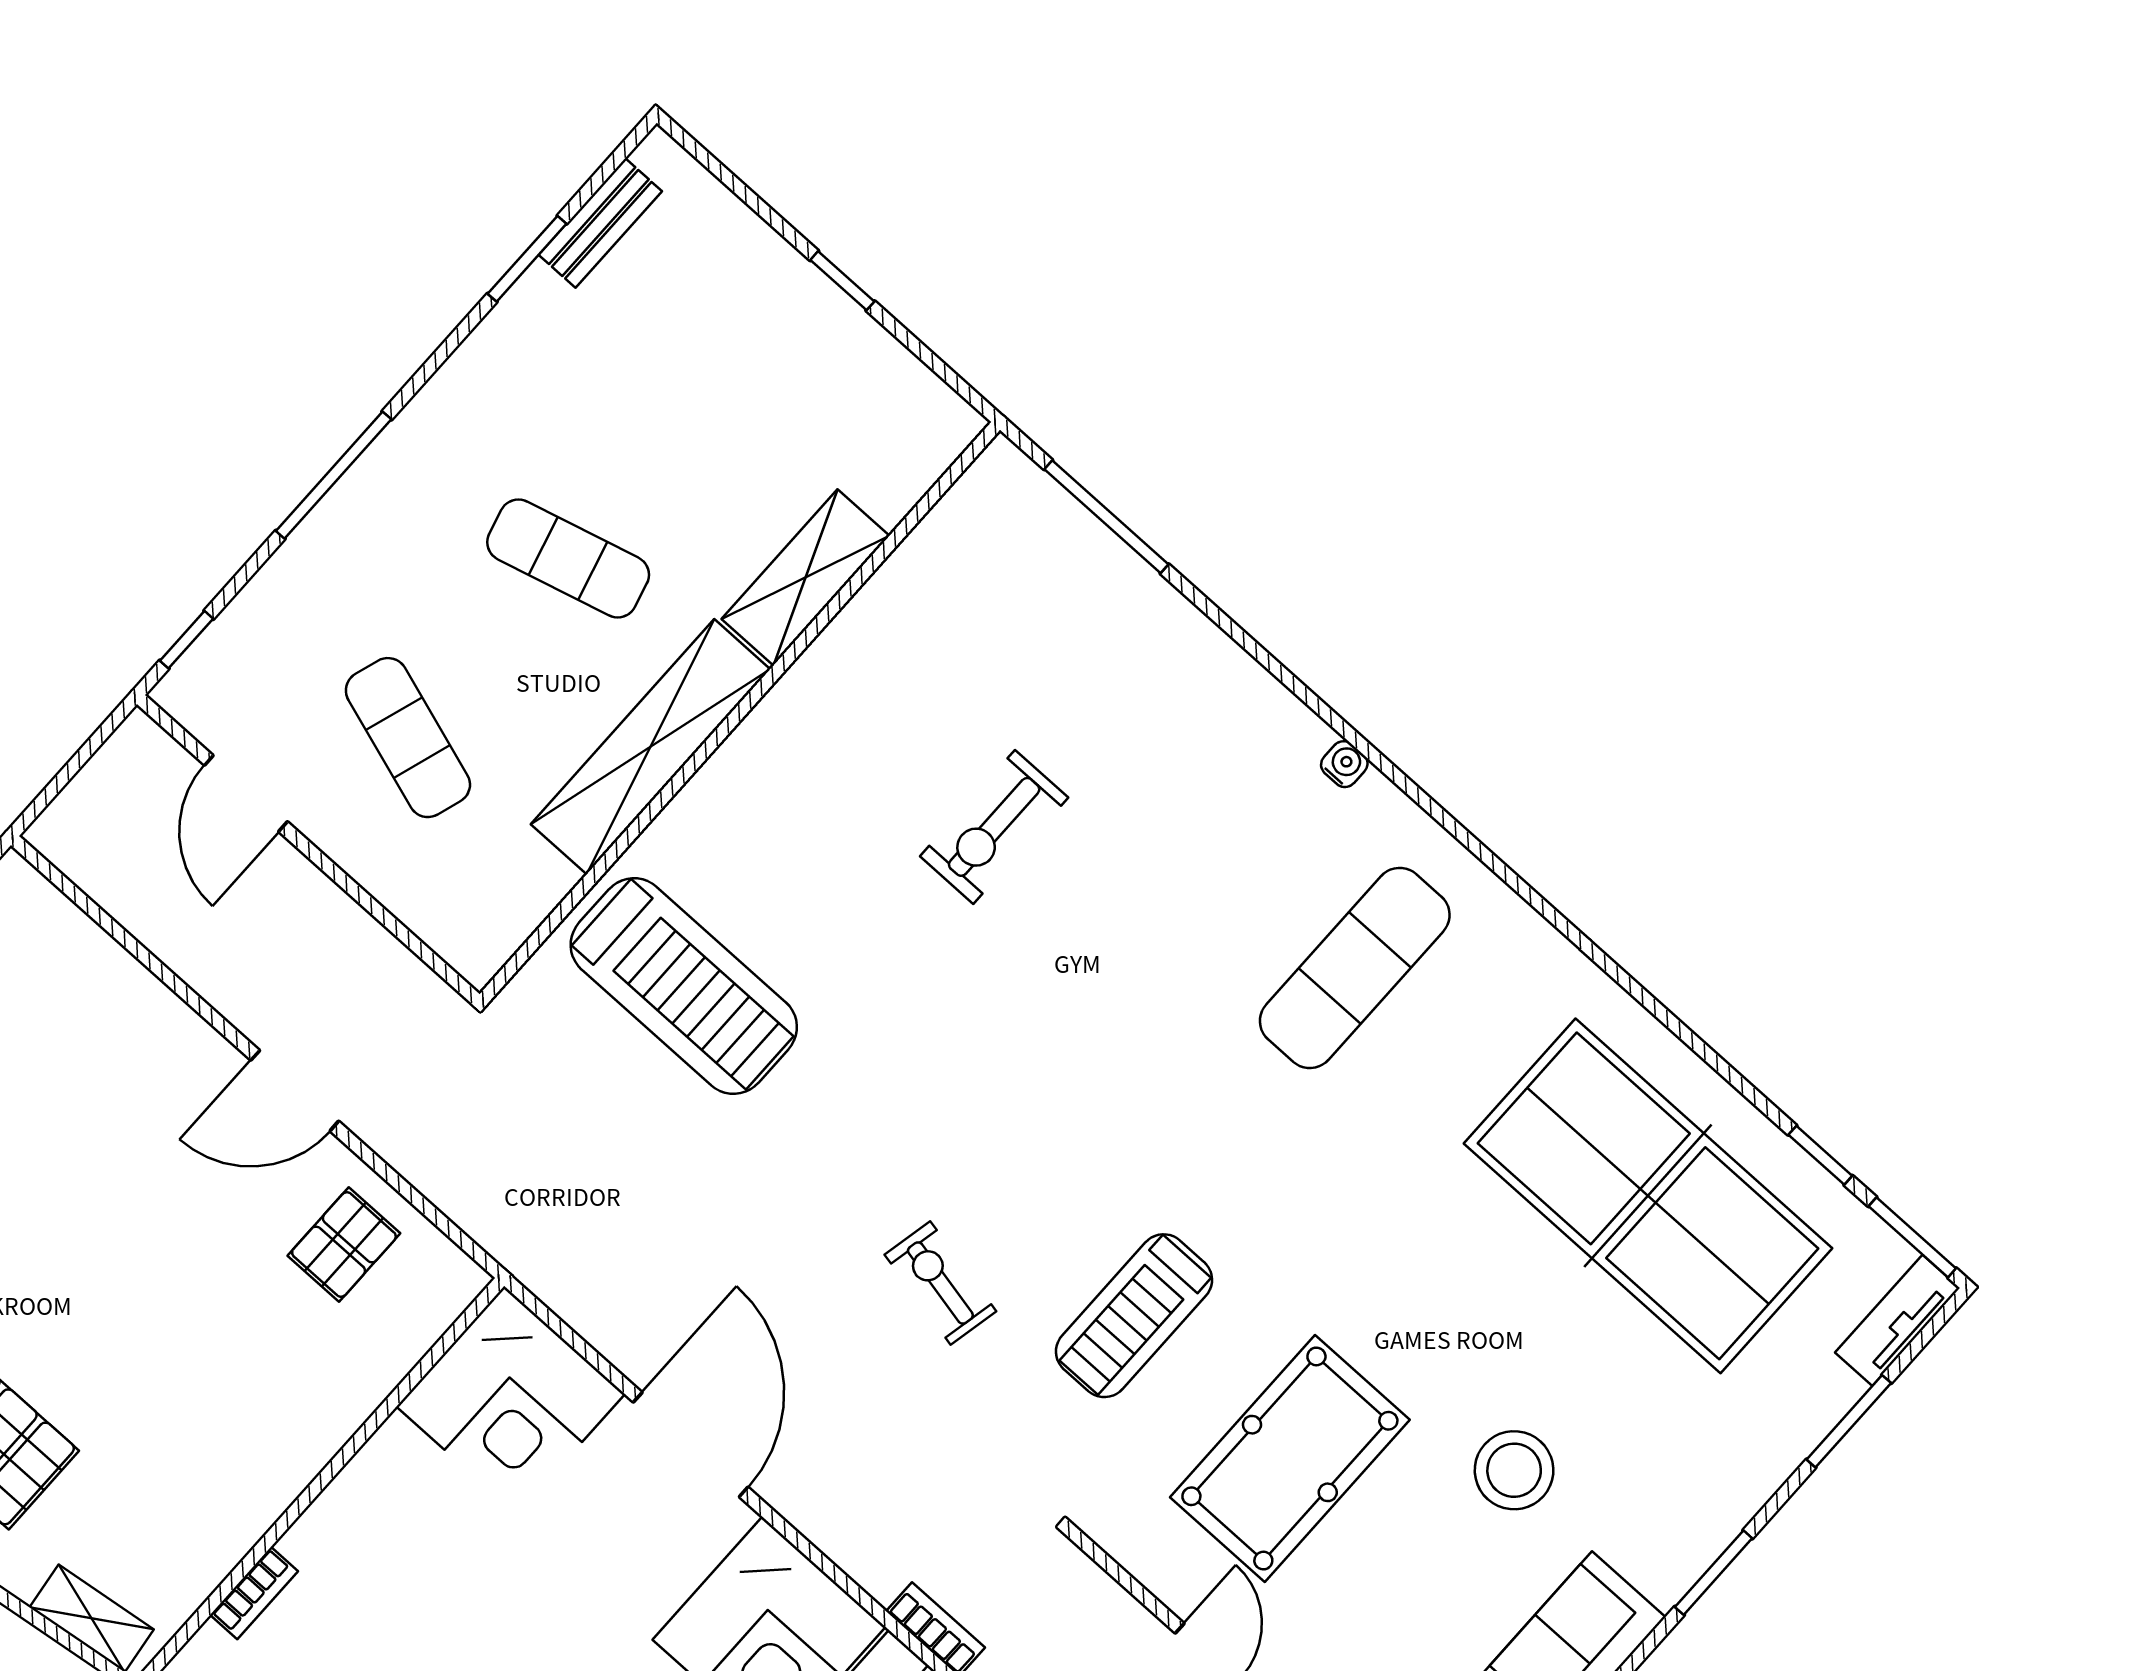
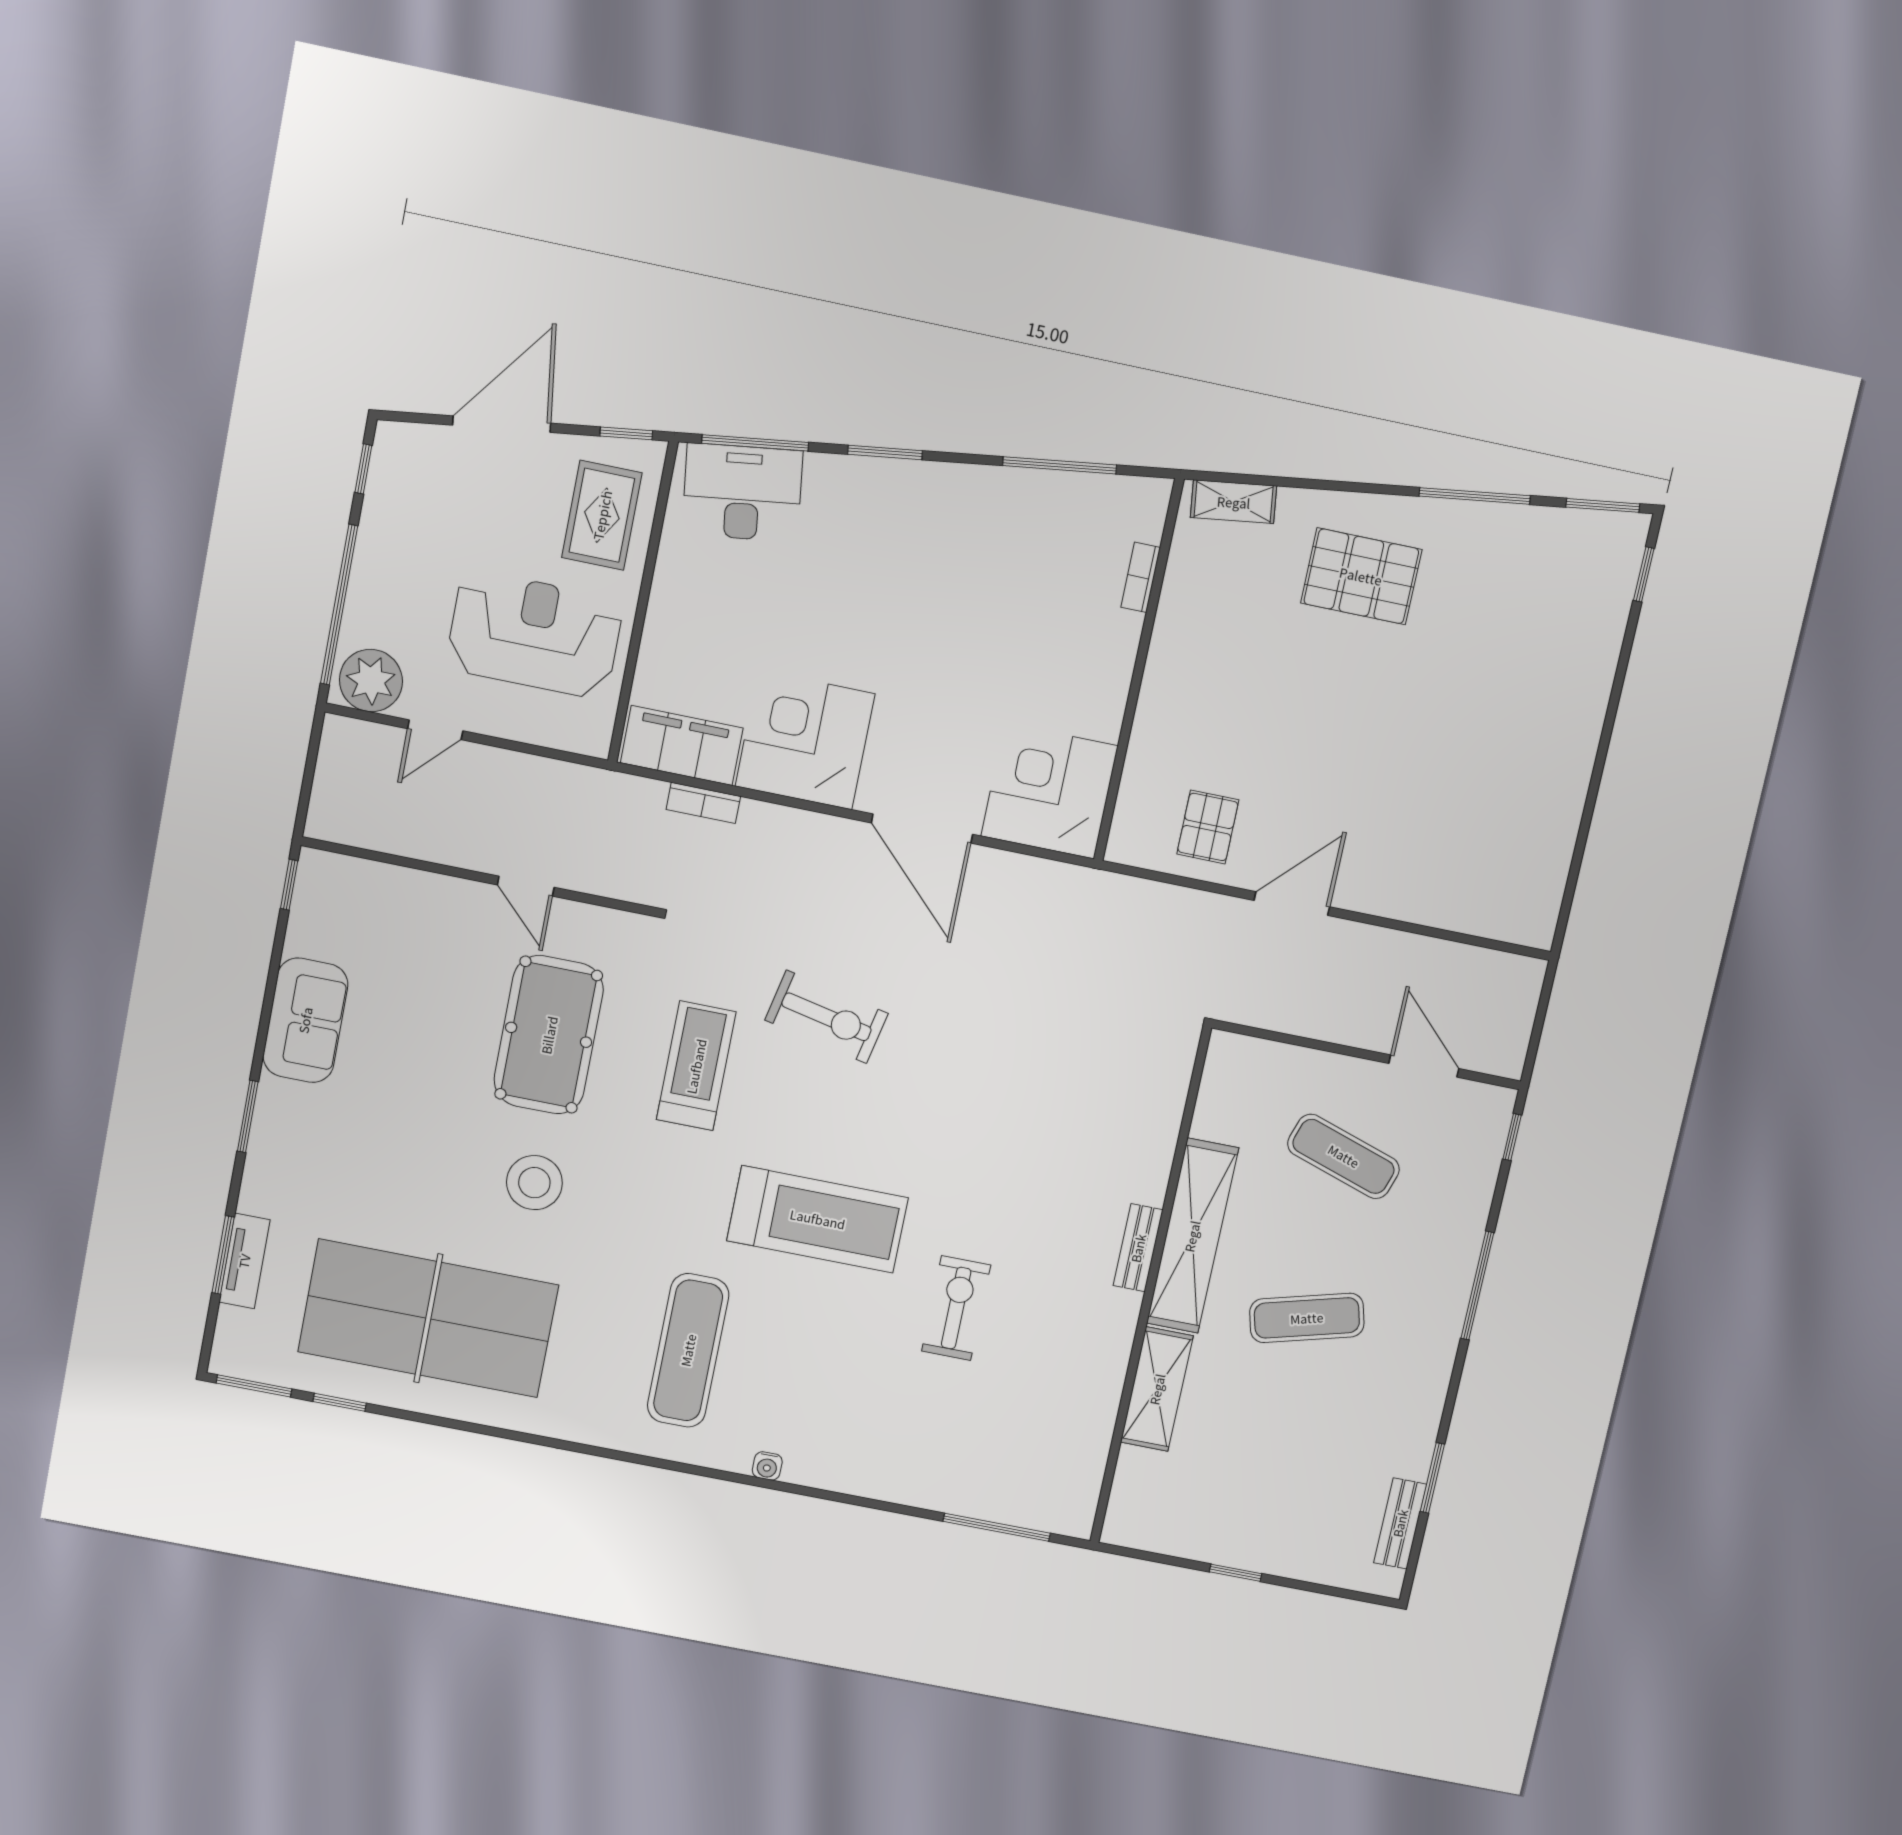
bench: (726, 771) -> (1138, 1248), added
treadmill: (684, 986) -> (818, 1219), moved, turned 180
exercise bike: (940, 1283) -> (827, 1017), width x1.38, depth x1.39
tv unit: (1897, 1320) -> (244, 1261), moved
stool: (1514, 1470) -> (534, 1183), moved

